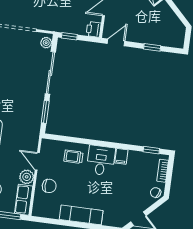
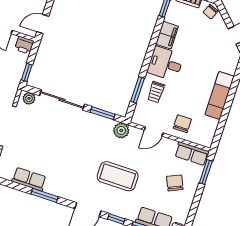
door: (116, 42) -> (43, 24), hinge flipped
window: (72, 140) -> (138, 90), added
filing cabinet: (121, 156) -> (167, 35), width x2.00
plant: (27, 177) -> (121, 130), moved

